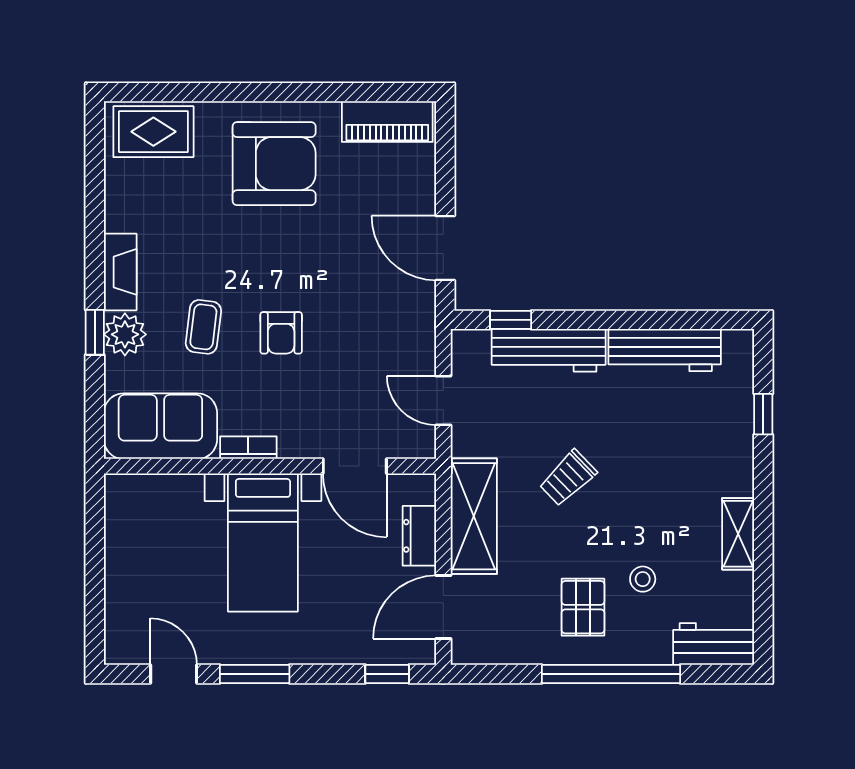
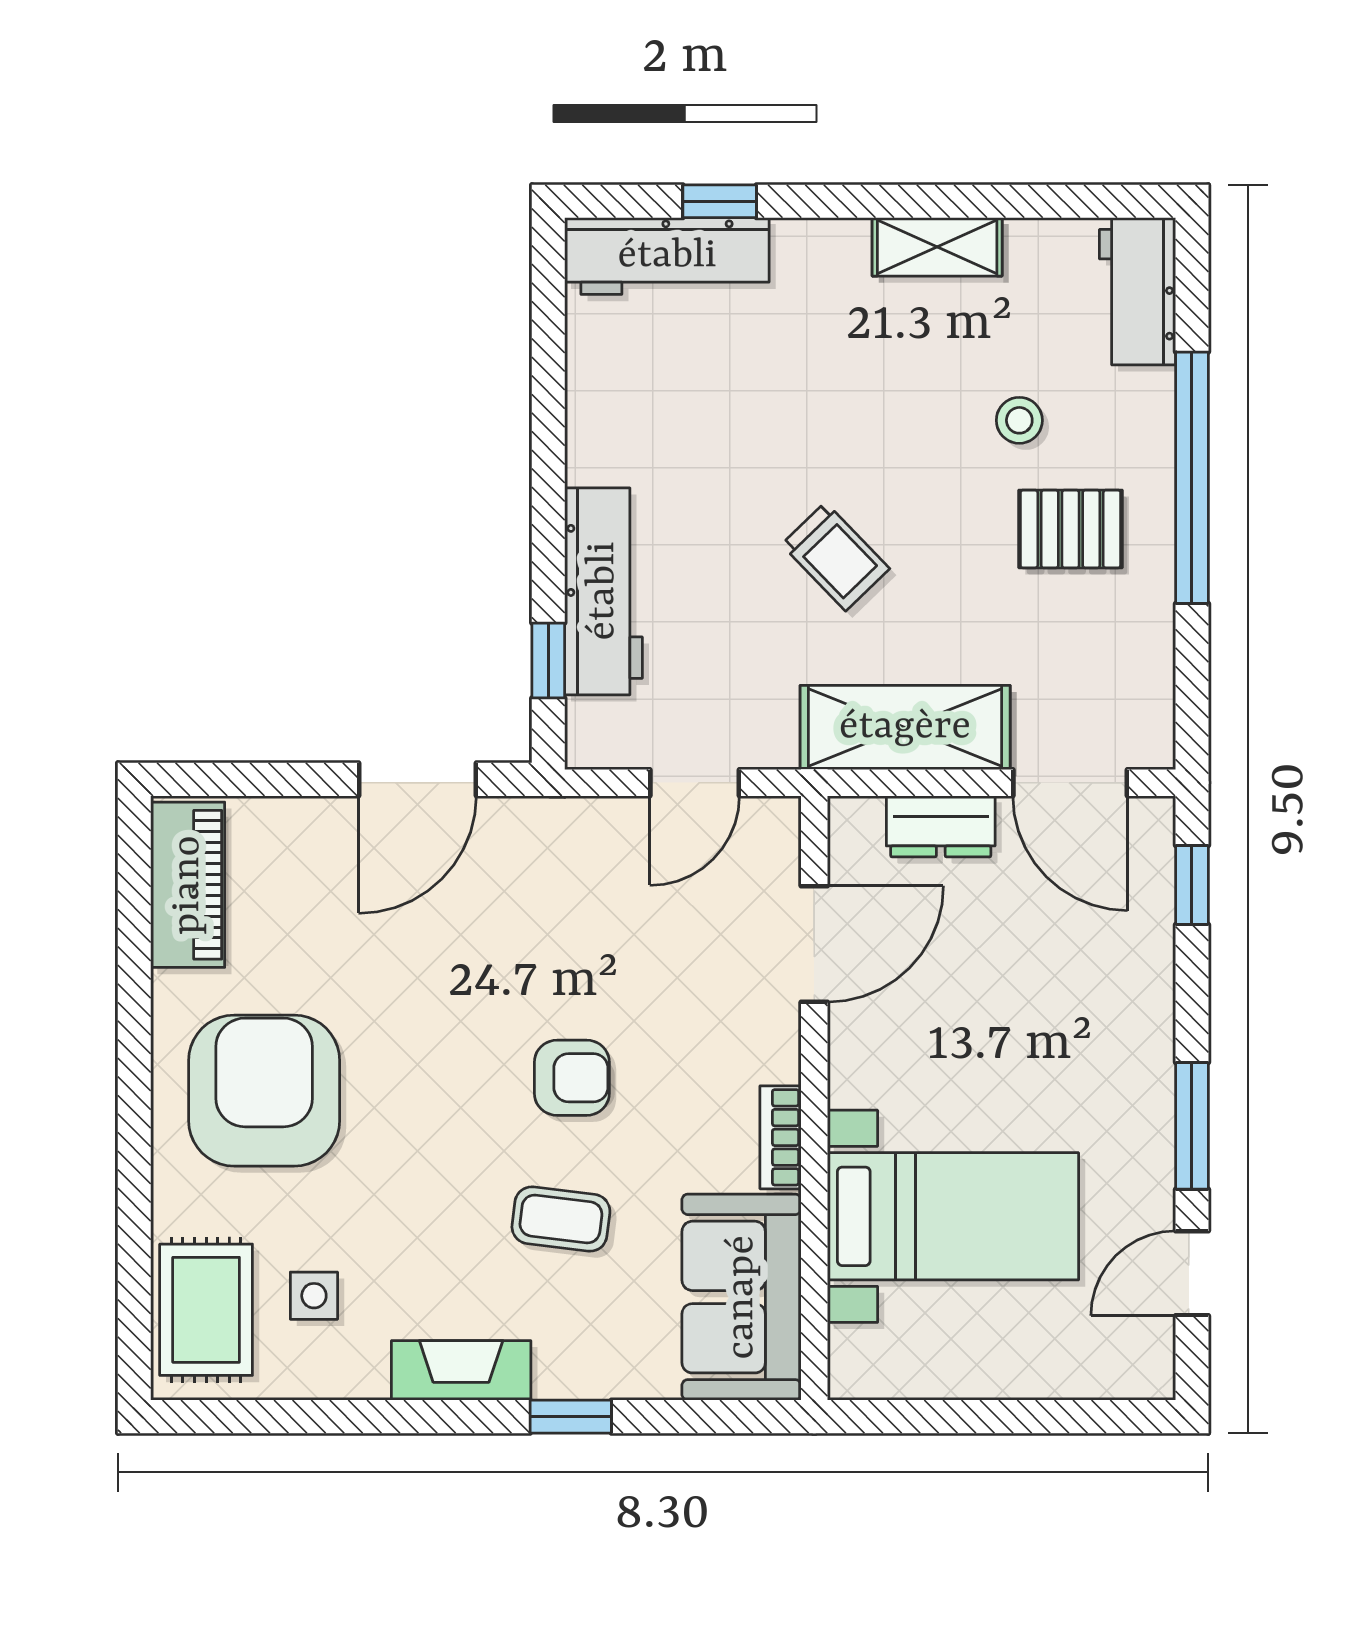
side table: (161, 191) -> (314, 1296), added
plant: (125, 334) -> (575, 1362), removed
workbench: (665, 350) -> (667, 256), moved, turned 90
bed with nightstands: (263, 543) -> (953, 1216), moved

